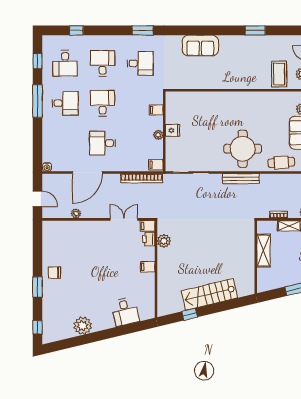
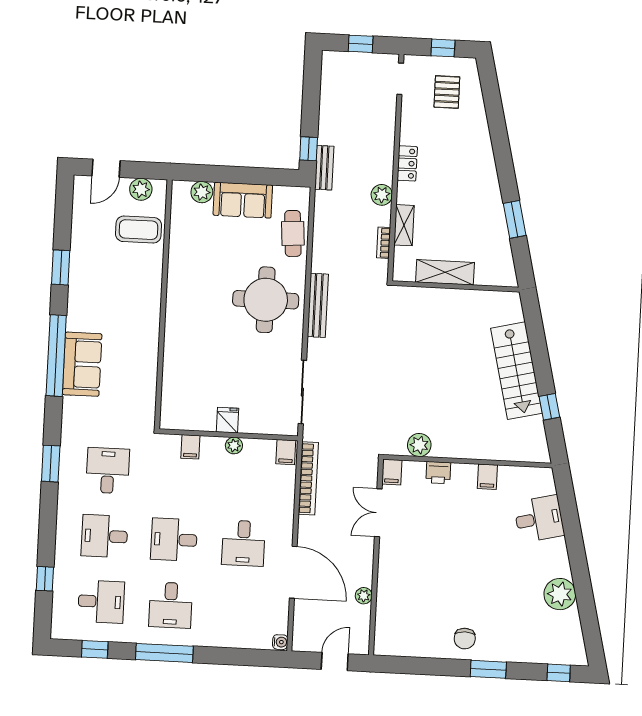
window: (205, 30) -> (56, 356), added
desk: (65, 103) -> (171, 605), turned 180
printer: (149, 239) -> (438, 473), moved
filing cabinet: (148, 267) -> (487, 477), moved

